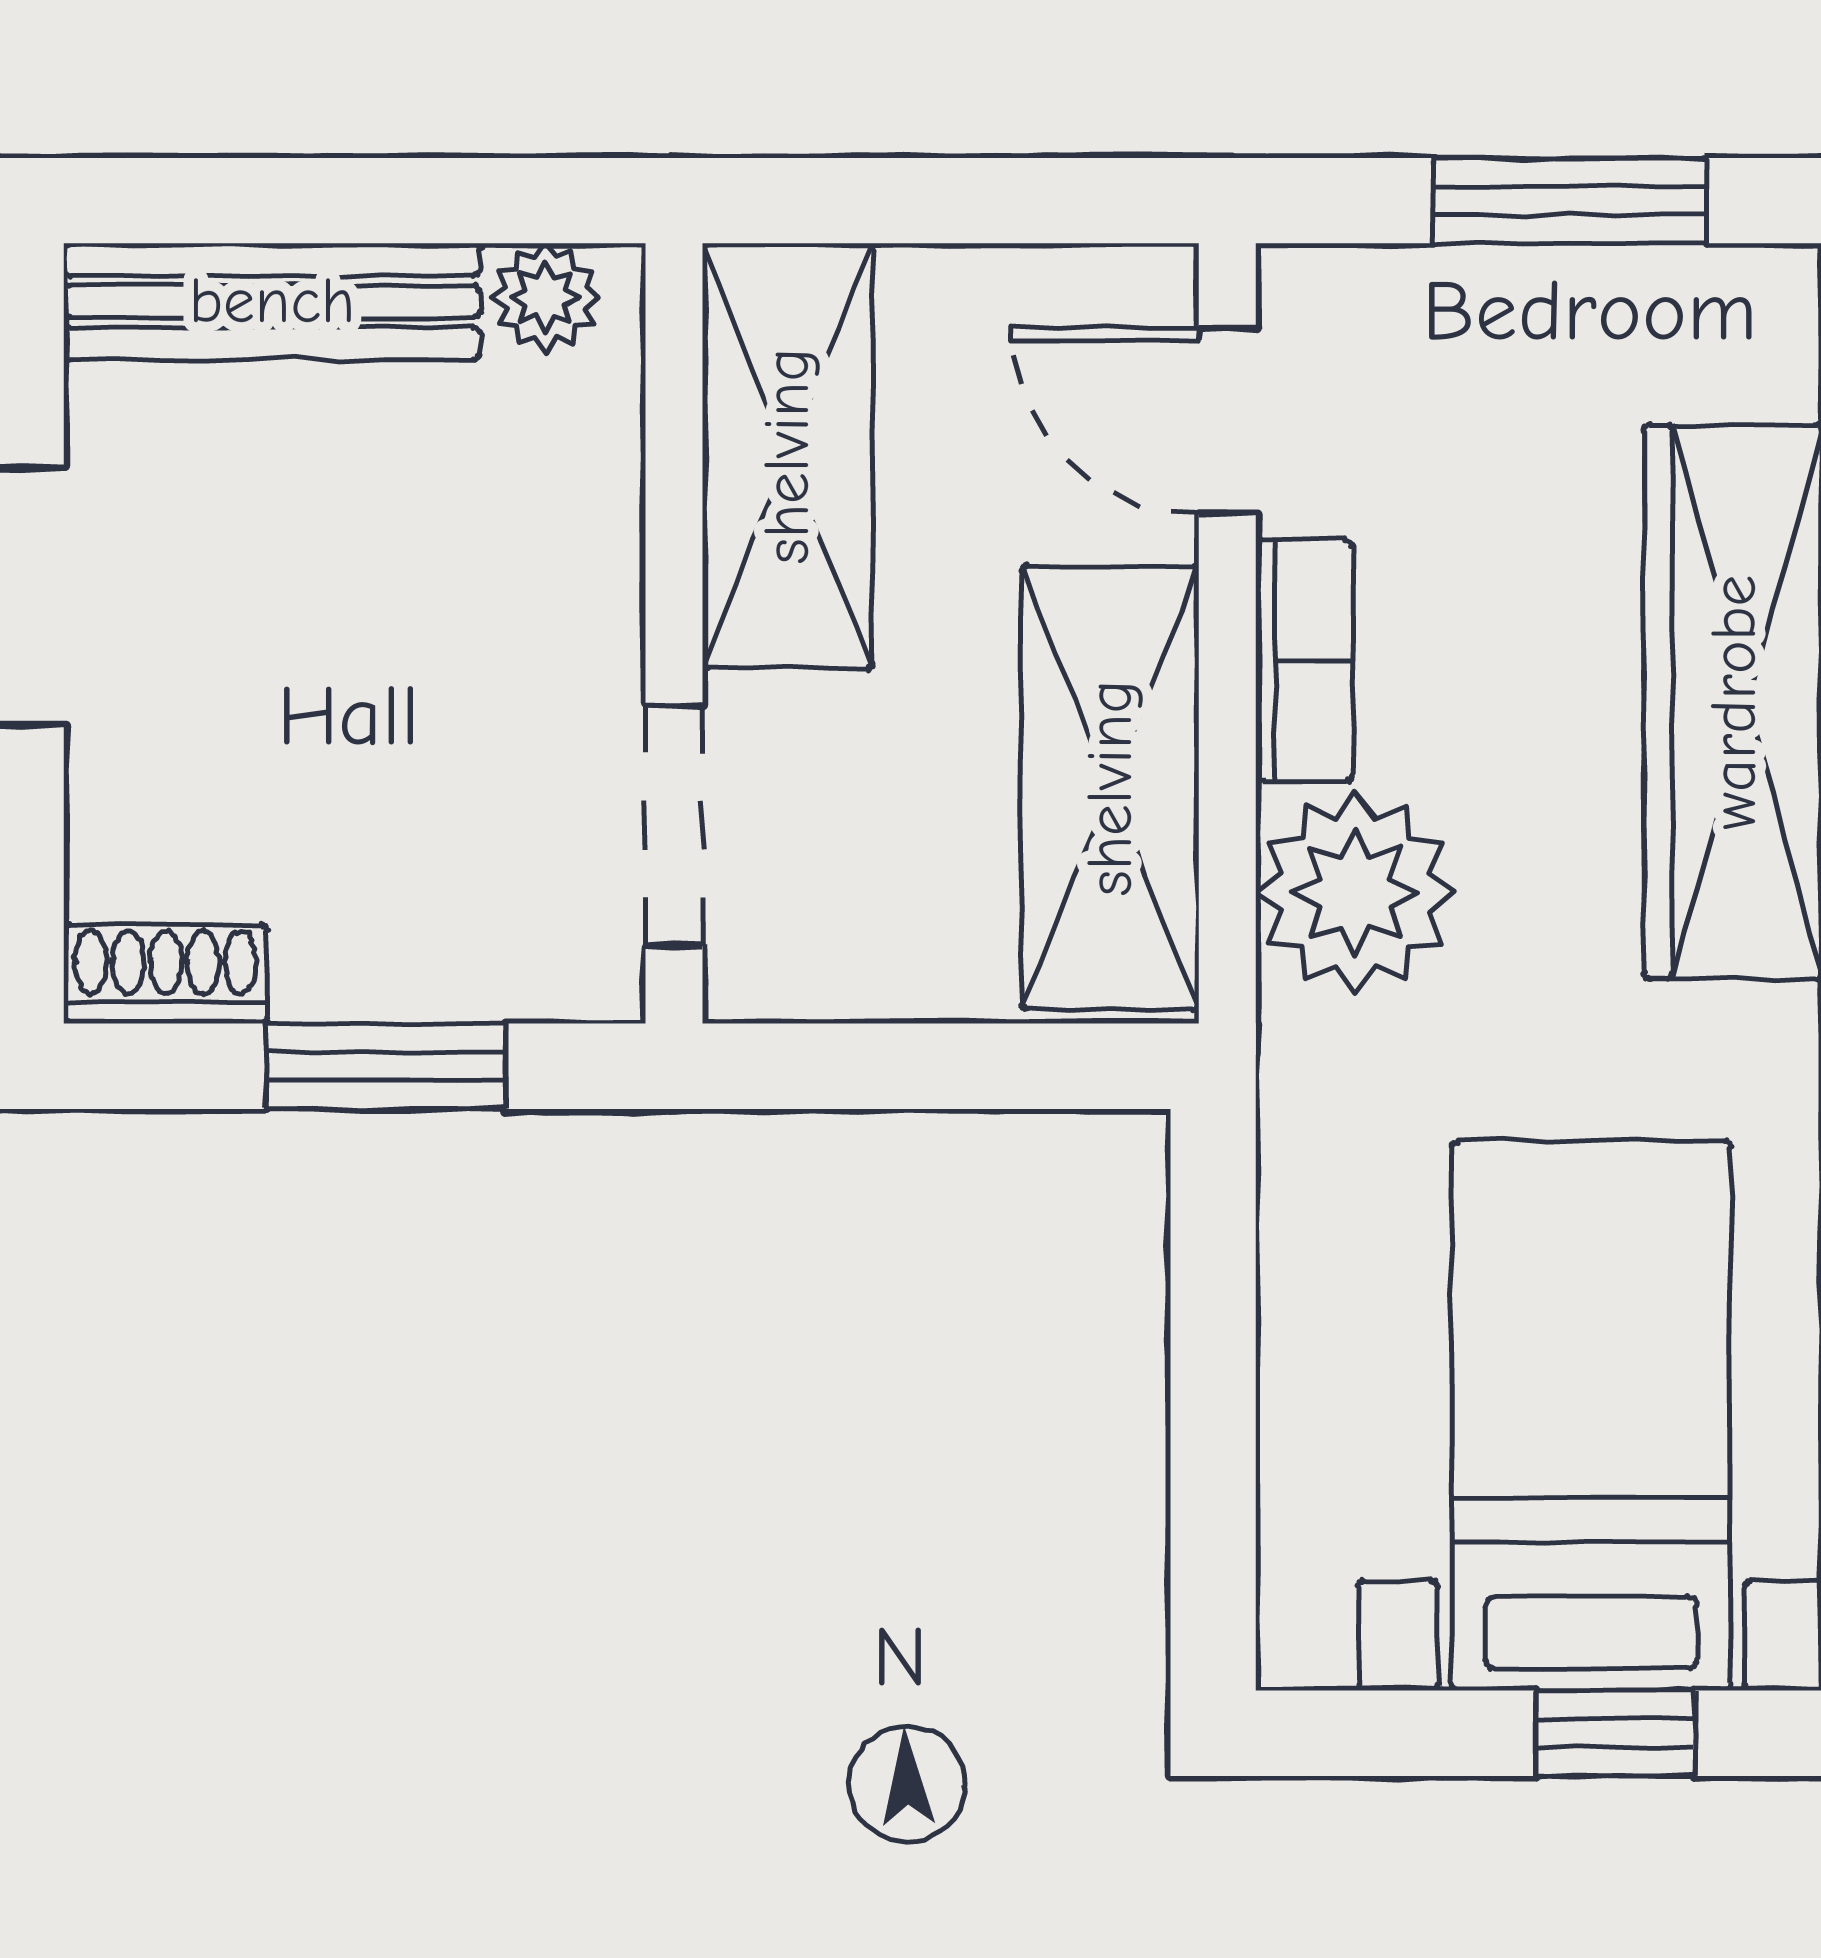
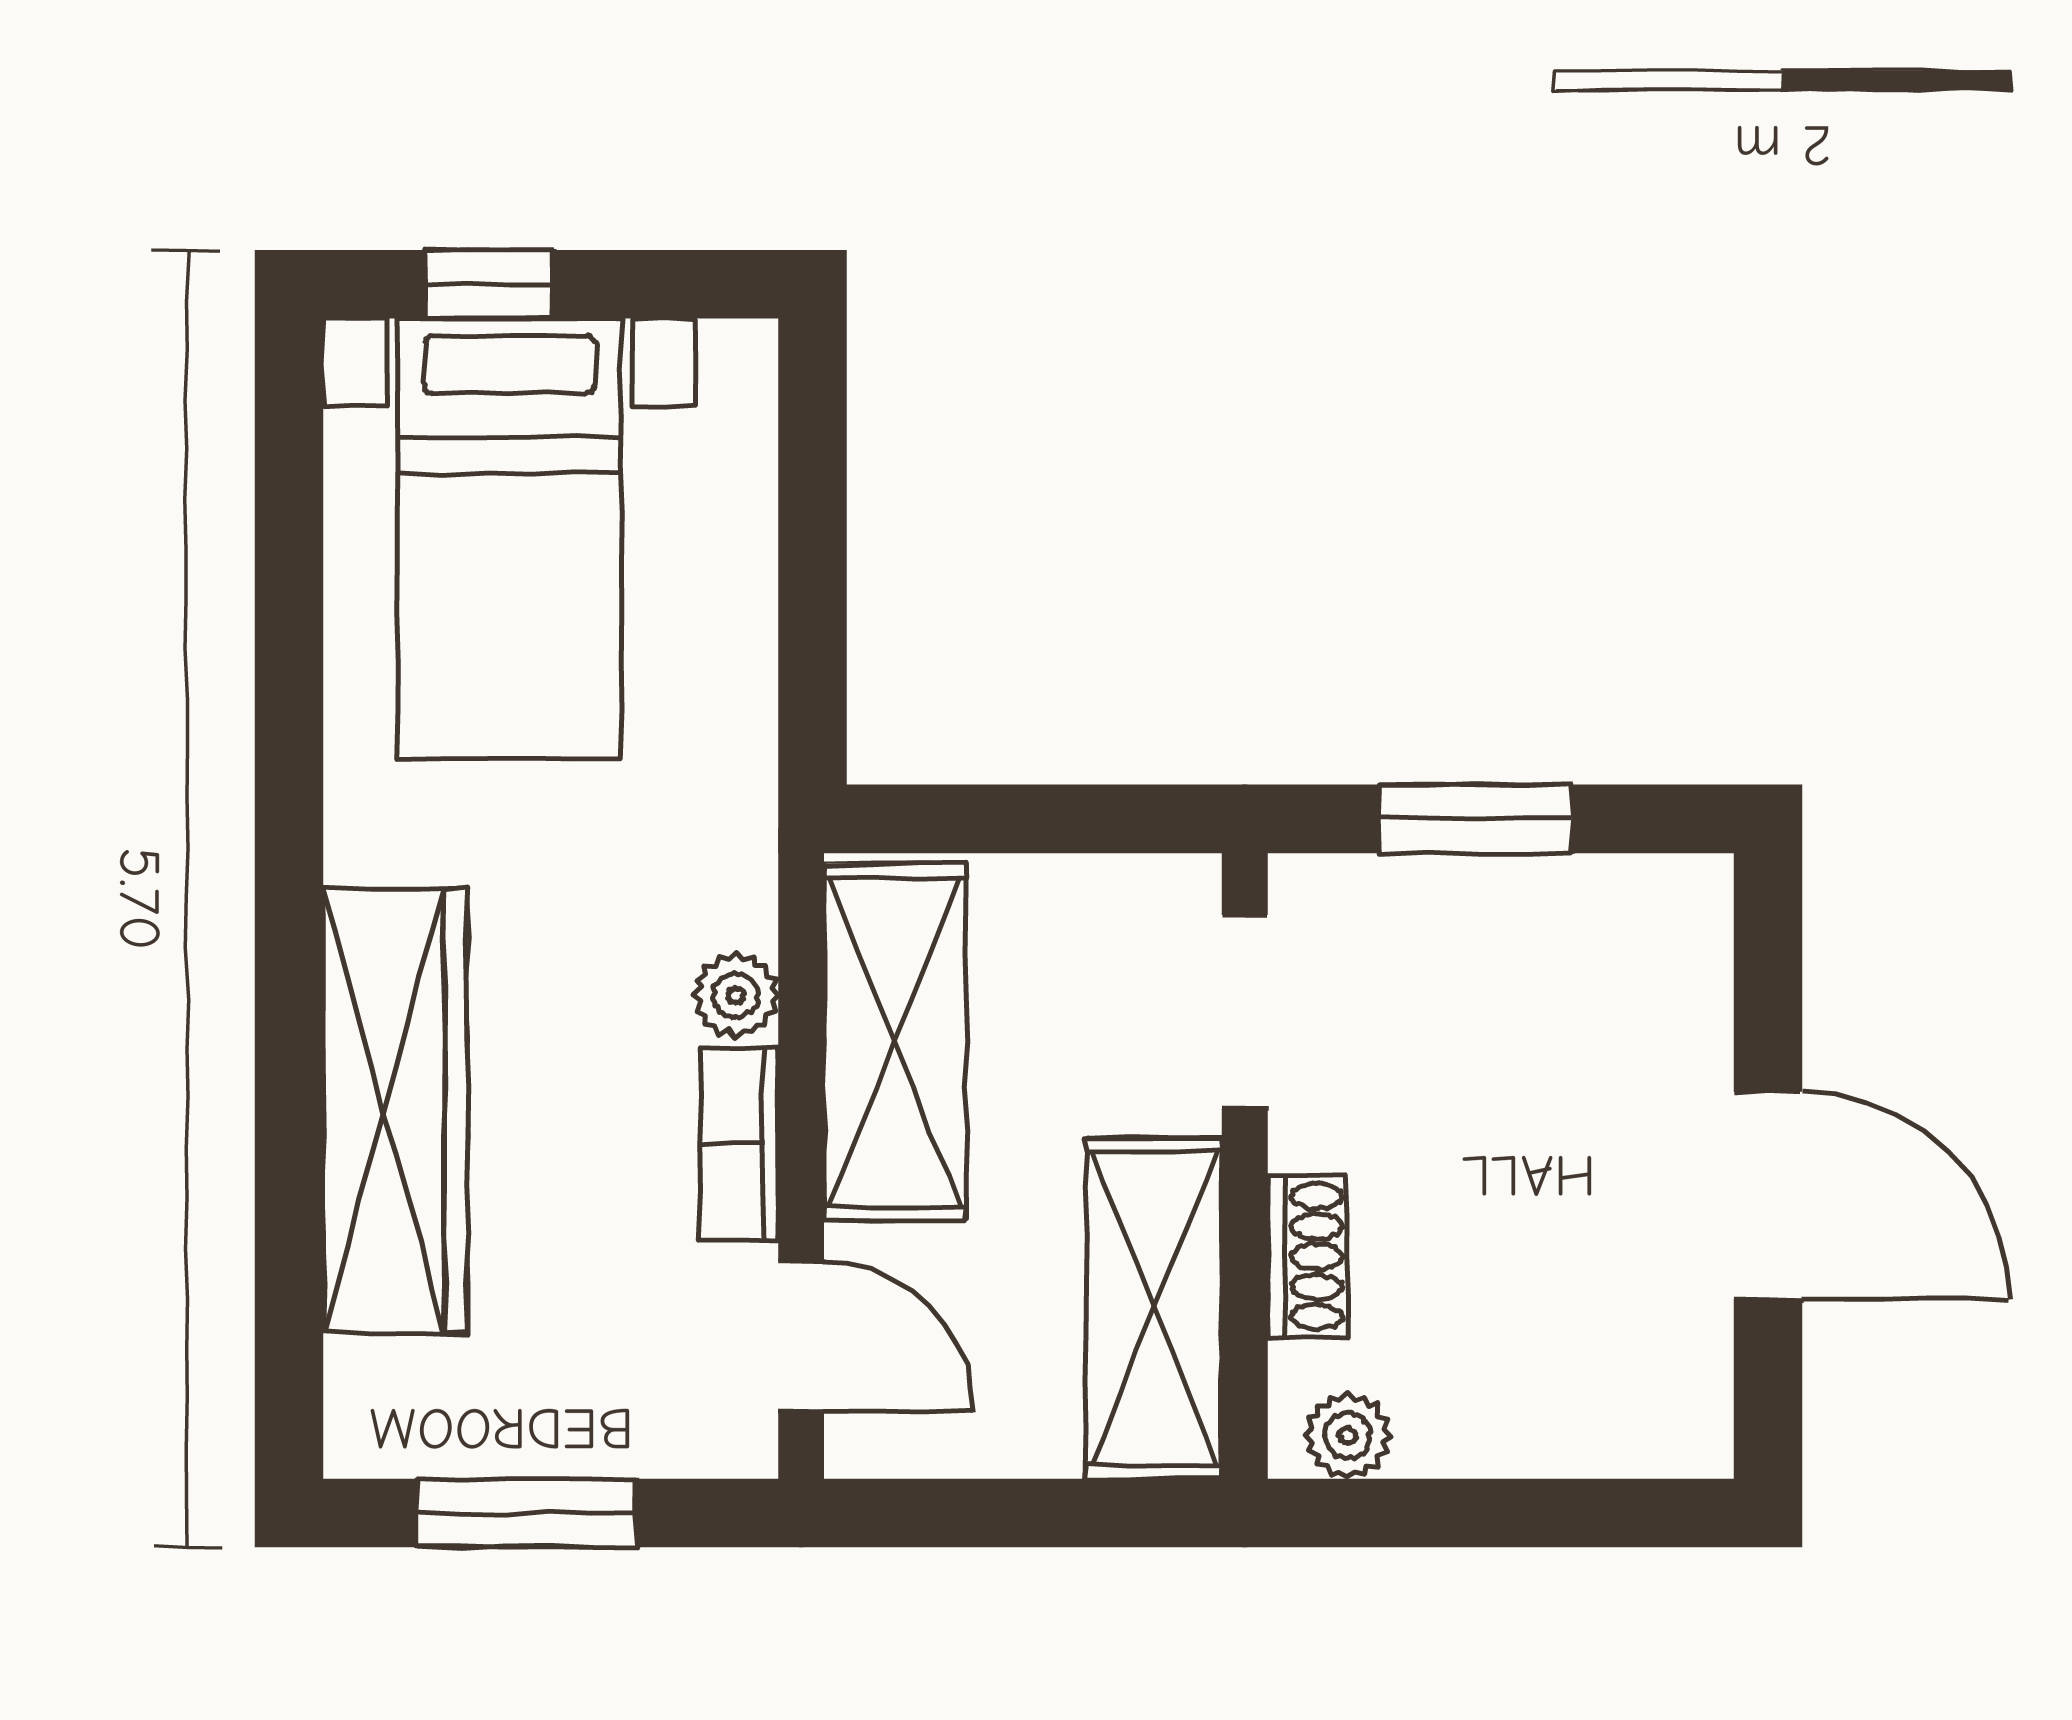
bench: (272, 301) -> (1567, 1432), removed
plant: (1355, 893) -> (736, 995), width x0.53, depth x0.53
shoe rack: (166, 974) -> (1307, 1257), moved, turned -90

